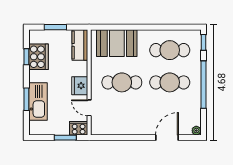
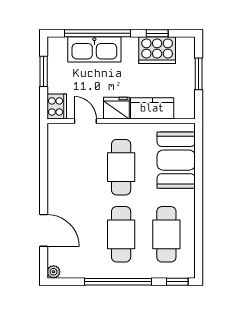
kitchen counter: (80, 45) -> (152, 108), moved
window: (26, 99) -> (97, 33), width x2.11
door: (89, 108) -> (85, 121), hinge flipped
window: (65, 138) -> (44, 71), moved

